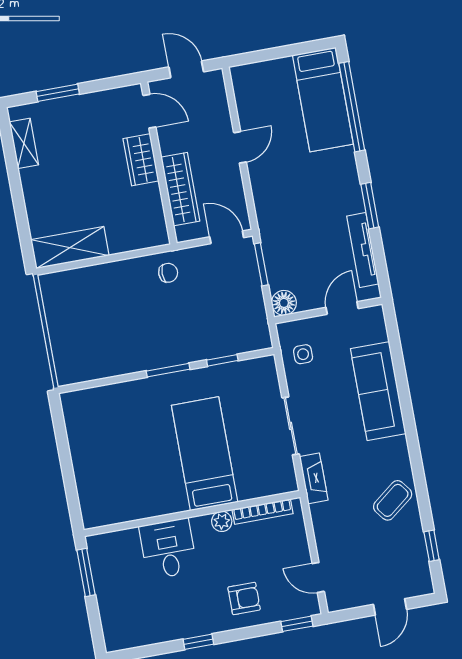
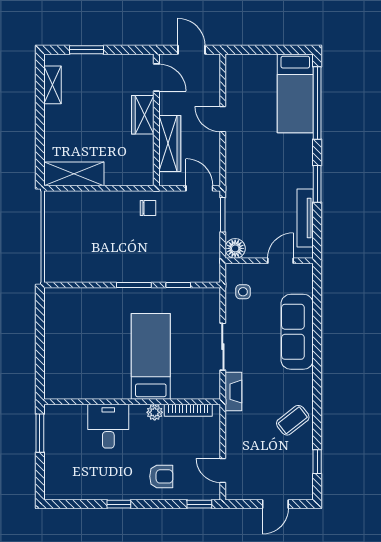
door: (240, 147) -> (223, 119), swing flipped

